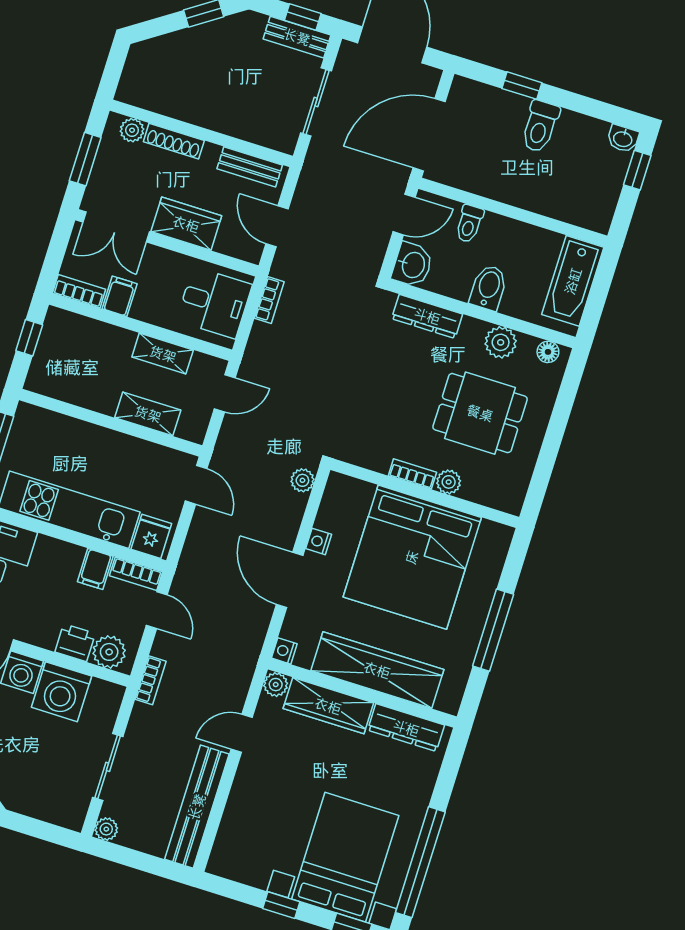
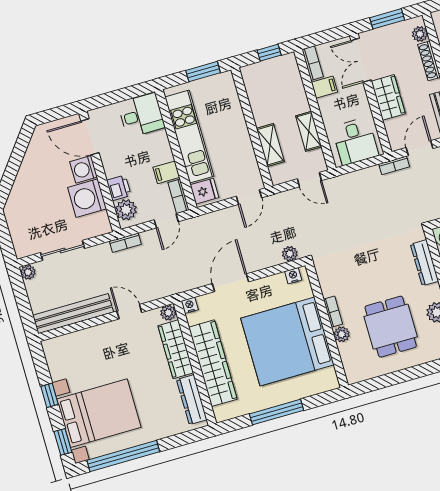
bookcase: (269, 300) -> (394, 165), moved
nightstand: (319, 541) -> (293, 276), moved

